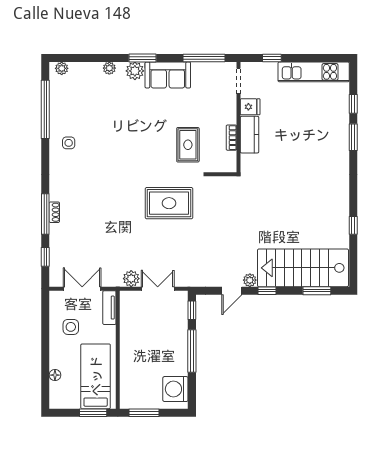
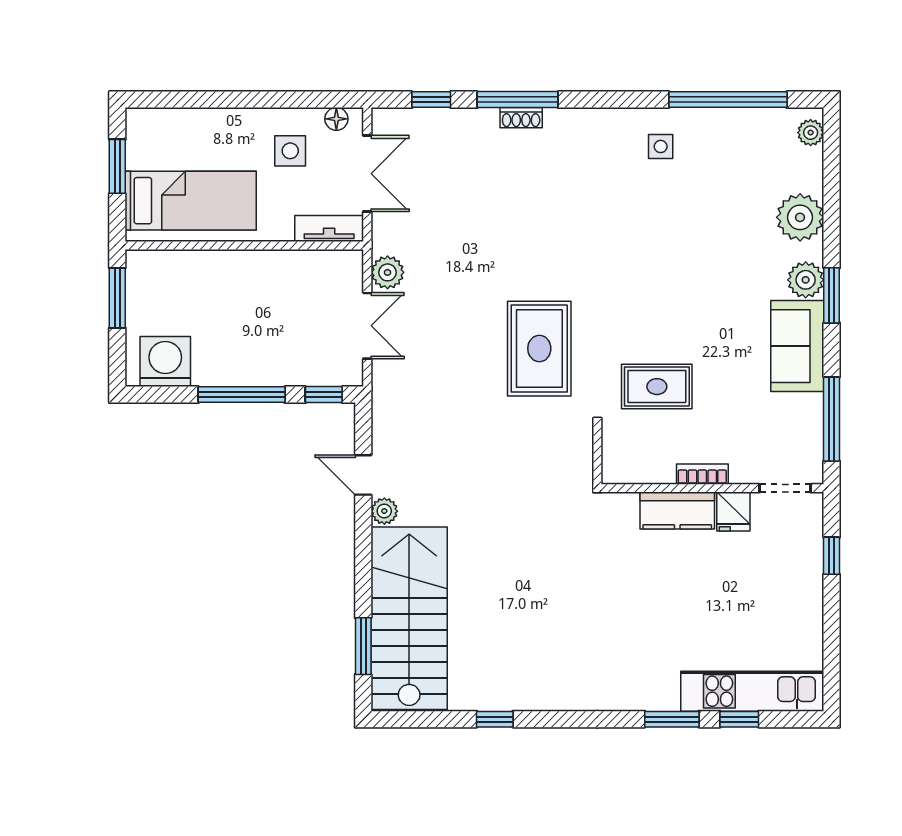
plant: (109, 68) -> (800, 217), width x1.88, depth x1.88
kitchen unit: (314, 72) -> (752, 691), moved, turned 90
bookcase: (231, 138) -> (702, 474), moved
window: (267, 291) -> (363, 546), removed
floor lamp: (55, 375) -> (336, 119), moved
window: (93, 413) -> (117, 166), moved

